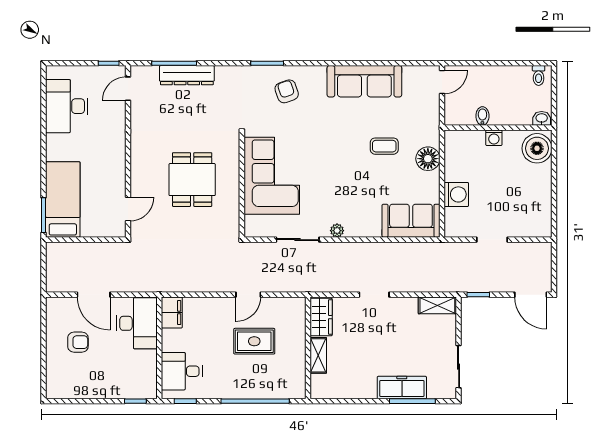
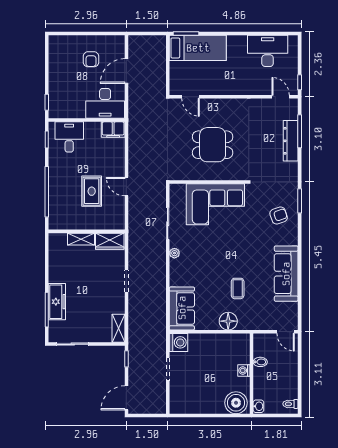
washing machine: (456, 194) -> (178, 342), moved, turned -90

